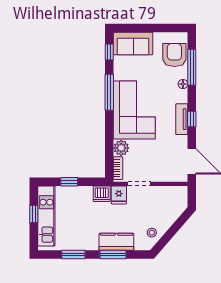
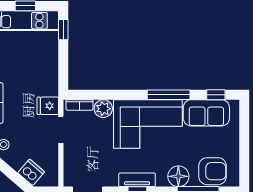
sofa: (133, 43) -> (206, 113), moved, turned -90
floor lamp: (183, 84) -> (178, 176), width x1.89, depth x1.89
window: (69, 182) -> (63, 30), moved
dishwasher: (102, 194) -> (31, 172), moved, turned 131

